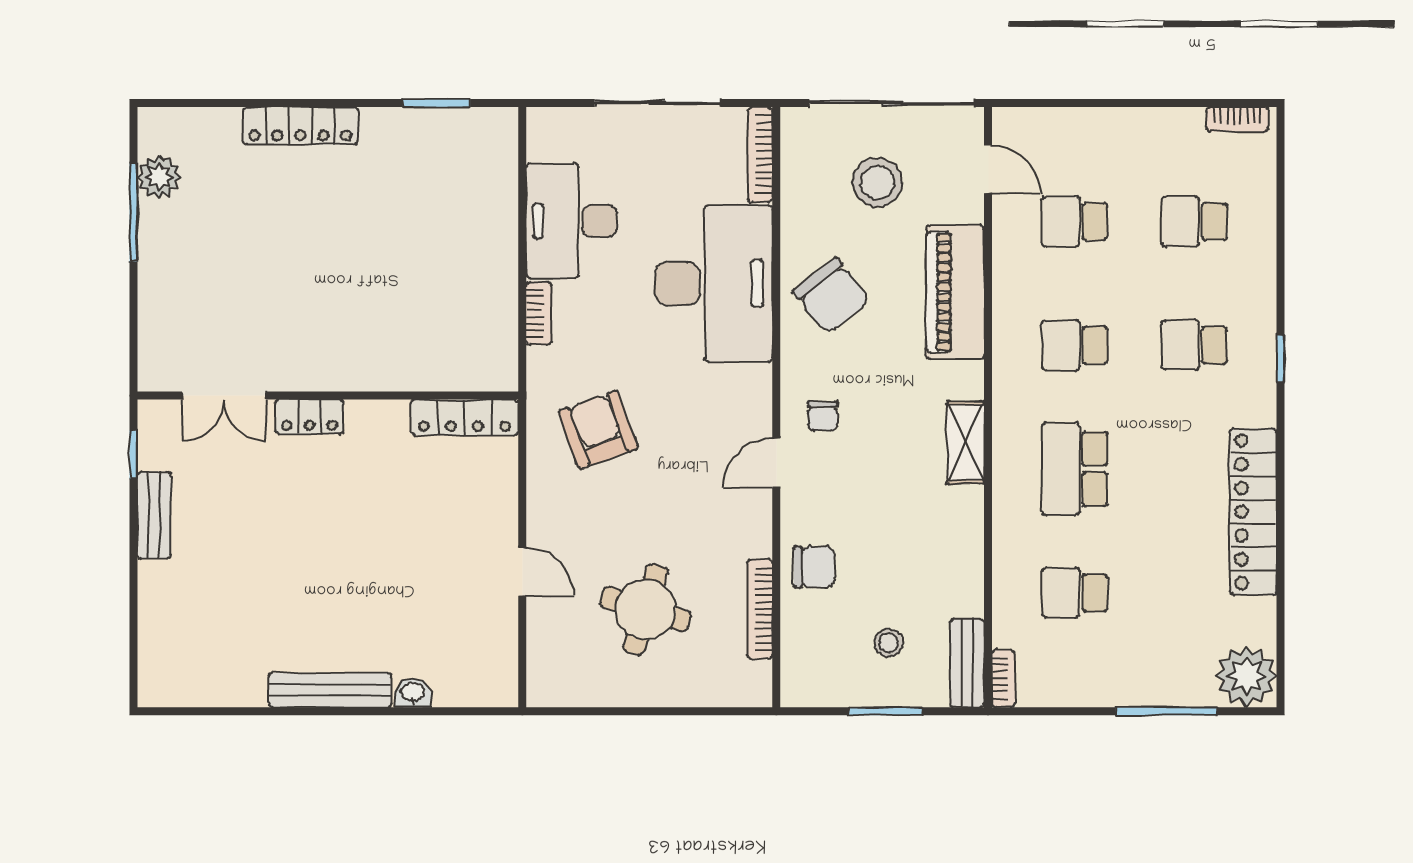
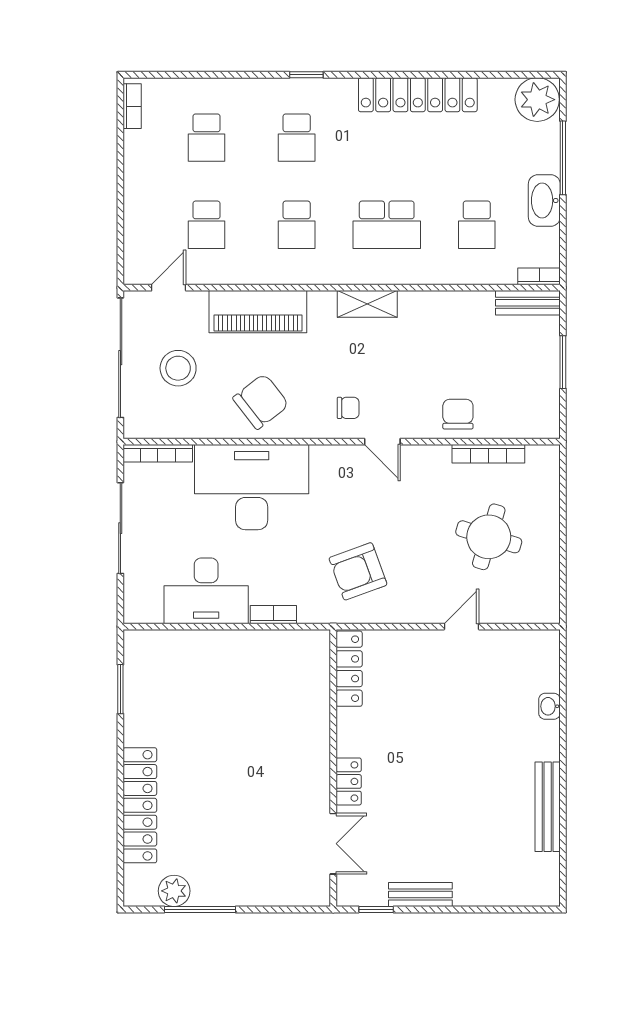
locker: (300, 126) -> (140, 805), width x1.41, depth x1.21
stool: (888, 643) -> (513, 360), removed
washbasin: (1108, 686) -> (544, 200), added
bench: (330, 690) -> (548, 807), moved

